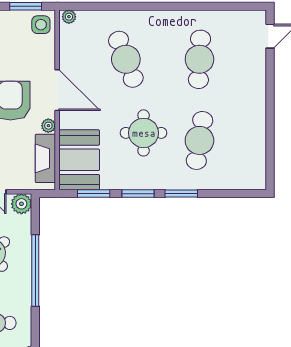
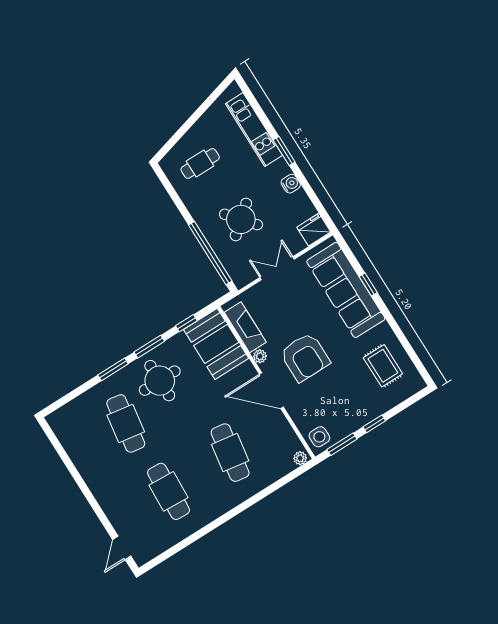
cafe table: (126, 59) -> (230, 453), turned 30
round table: (144, 133) -> (160, 381), moved
window: (94, 194) -> (186, 323), width x0.67
plant: (21, 204) -> (241, 277), removed
window: (35, 271) -> (210, 253), moved

